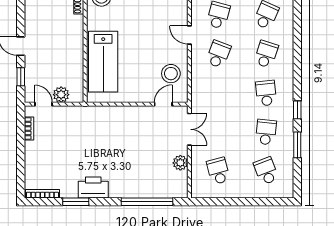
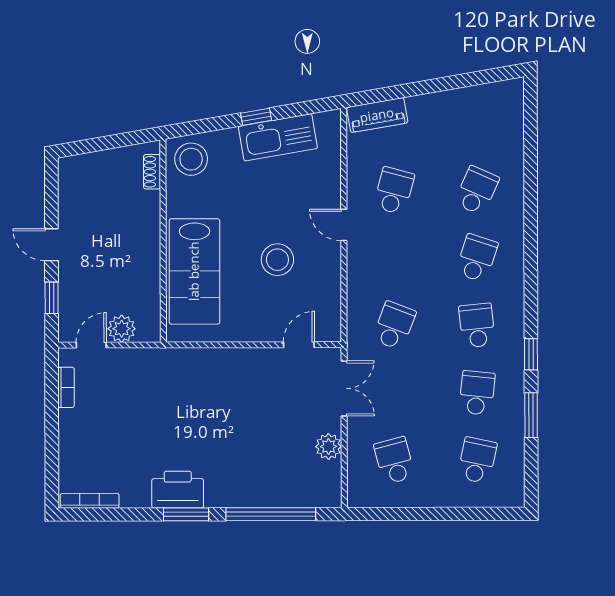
school desk: (218, 54) -> (394, 326), moved
stool: (171, 74) -> (277, 260), moved
door: (44, 104) -> (91, 345), hinge flipped
school desk: (266, 171) -> (477, 460), turned 33
window: (76, 202) -> (186, 514), moved

